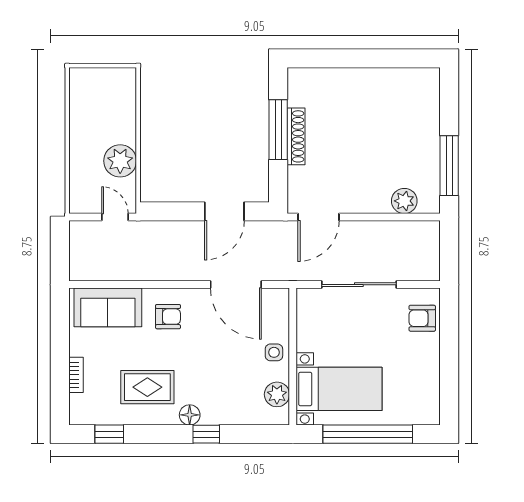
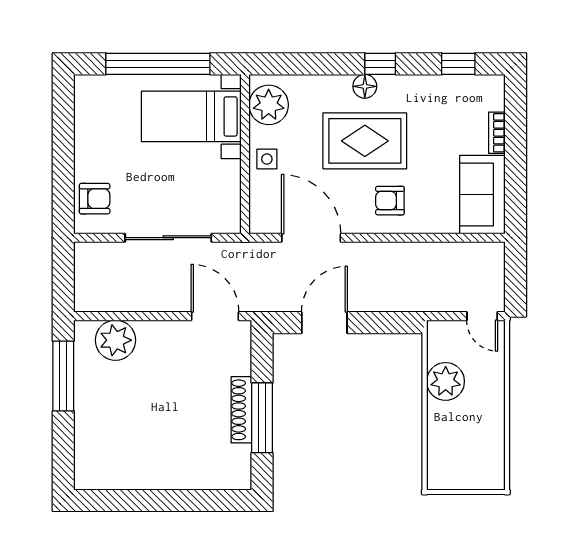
plant: (404, 201) -> (115, 340), width x1.36, depth x1.36
door: (115, 217) -> (482, 316), moved
door: (319, 217) -> (215, 316), hinge flipped
sofa: (108, 307) -> (482, 195), moved, turned -90
rug: (147, 387) -> (365, 141), moved, width x1.36, depth x1.43
plant: (277, 394) -> (269, 105), width x1.36, depth x1.36
window: (206, 434) -> (380, 64), moved

